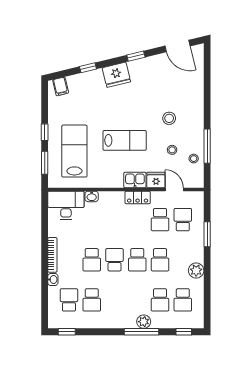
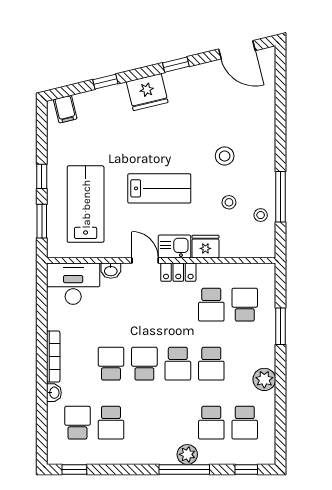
door: (174, 190) -> (145, 260), moved
school desk: (92, 260) -> (111, 364), turned 180

